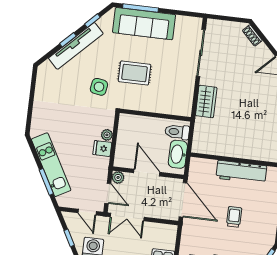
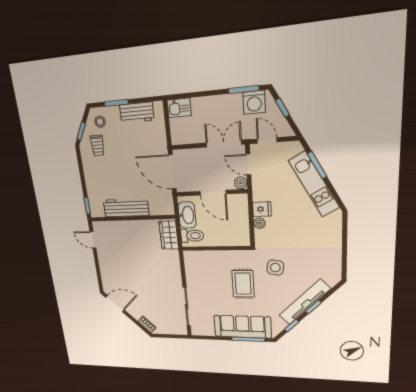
rug: (135, 73) -> (243, 284), turned 90
wardrobe: (206, 102) -> (169, 235), moved
trolley: (234, 217) -> (97, 145), moved

